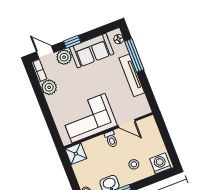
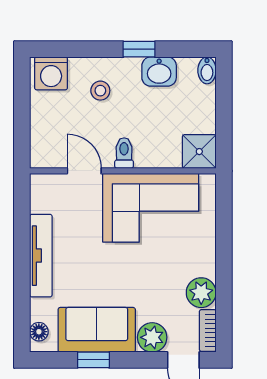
window: (72, 42) -> (93, 360), moved
window: (134, 55) -> (22, 290), removed

